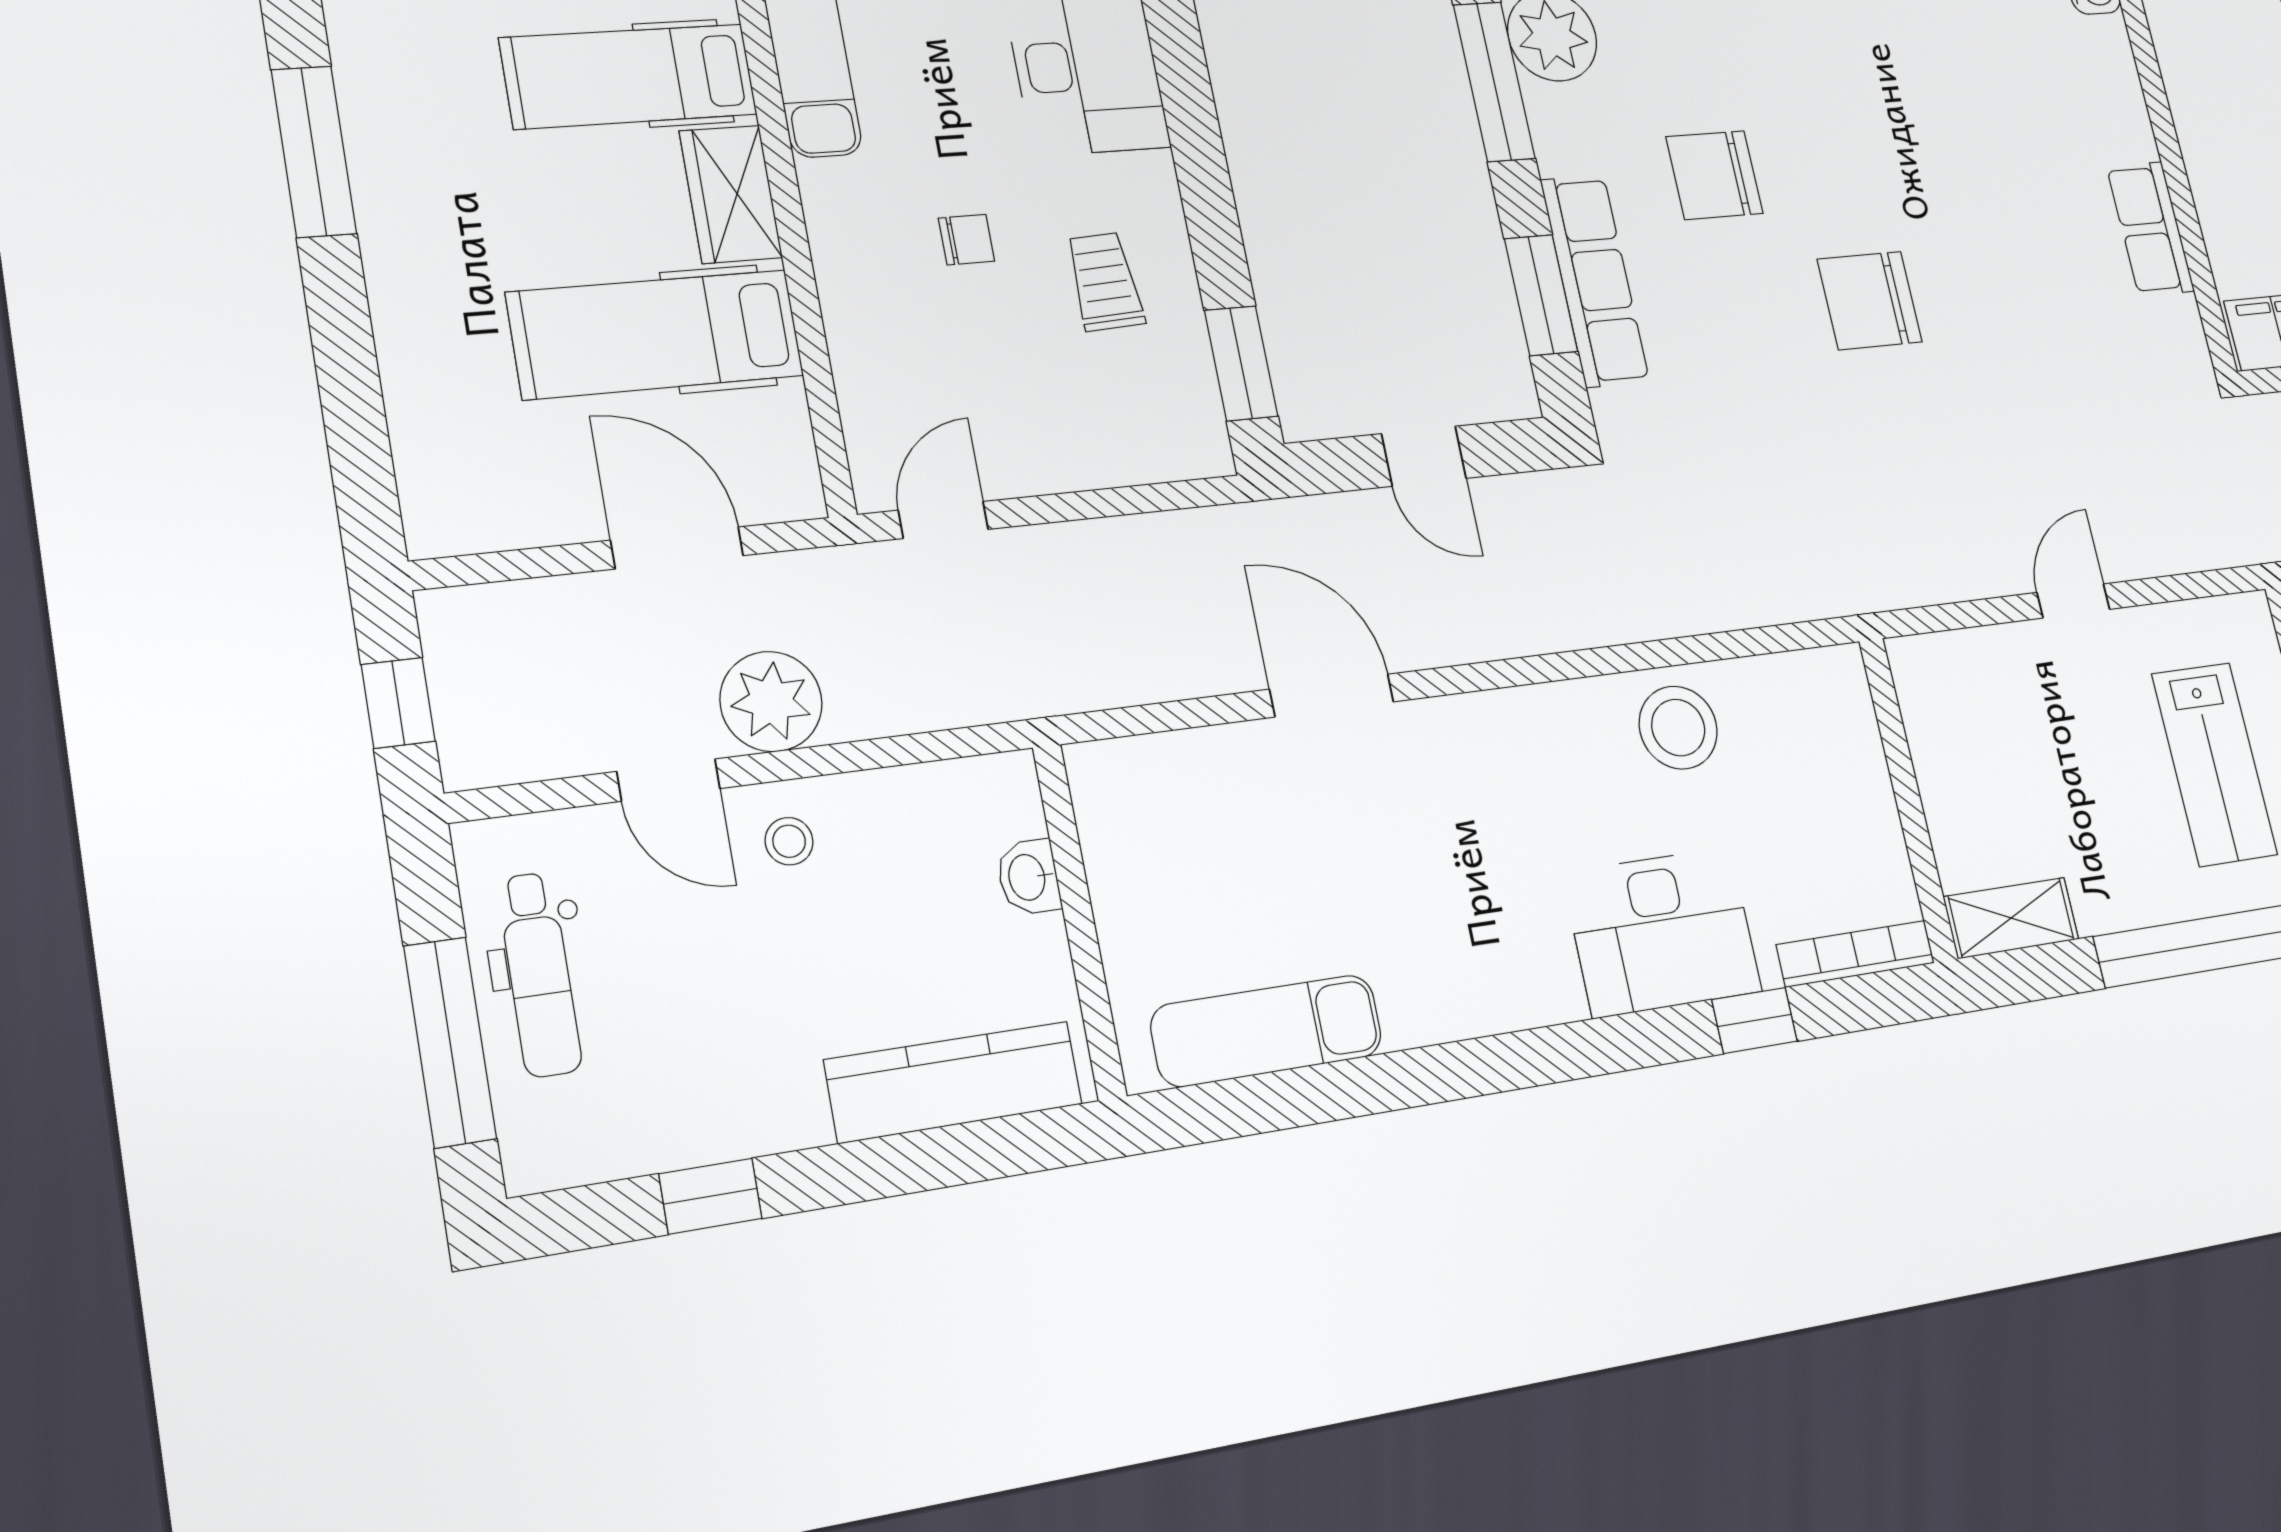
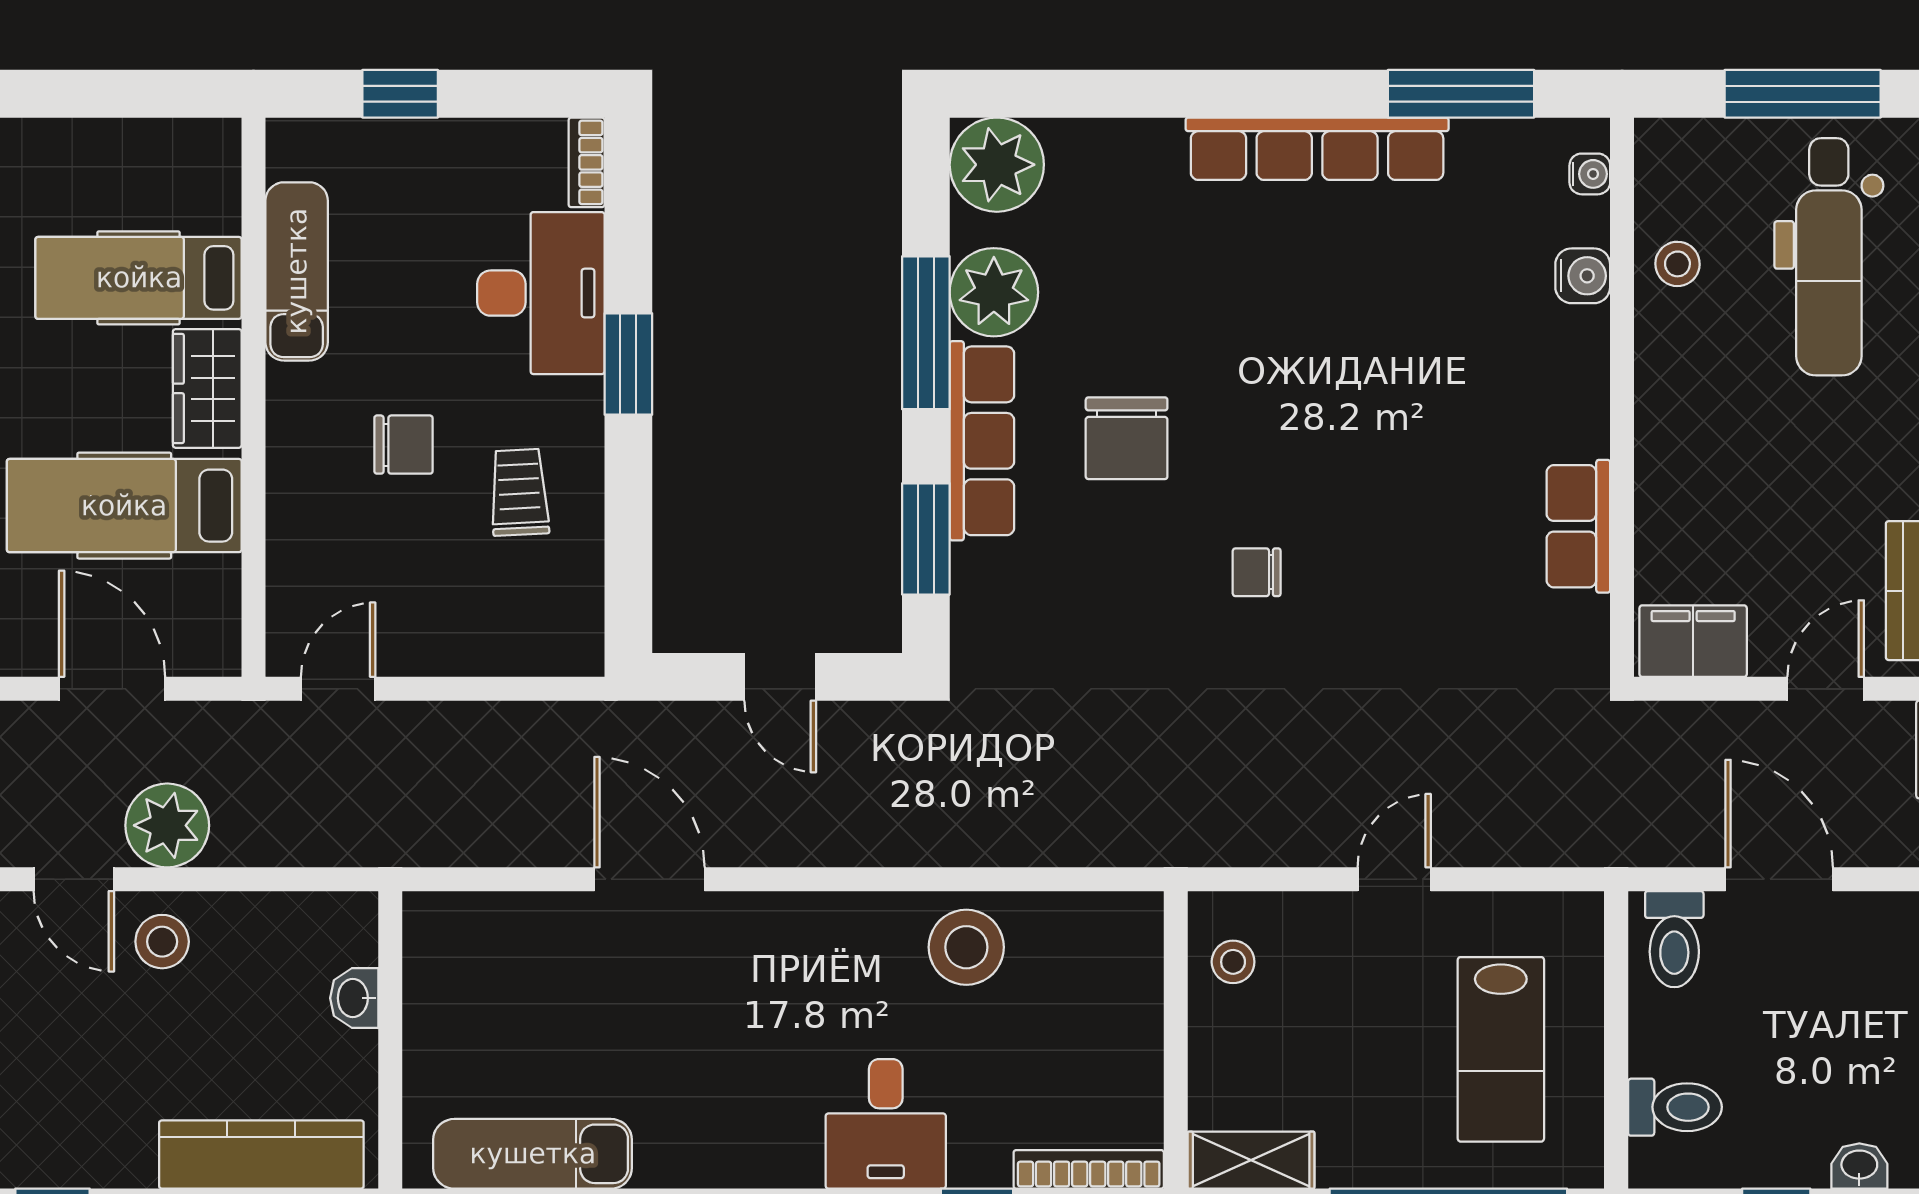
chair: (1715, 175) -> (1127, 438), turned -90
chair: (967, 240) -> (403, 445), width x1.37, depth x1.37
row of seats: (1595, 281) -> (982, 441), moved
chair: (1870, 301) -> (1257, 572), width x0.54, depth x0.54
window: (1241, 363) -> (628, 364), moved
stool: (1943, 708) -> (1233, 962), added
stool: (789, 841) -> (162, 942), width x1.37, depth x1.37
desk: (1662, 932) -> (886, 1124), width x0.73

